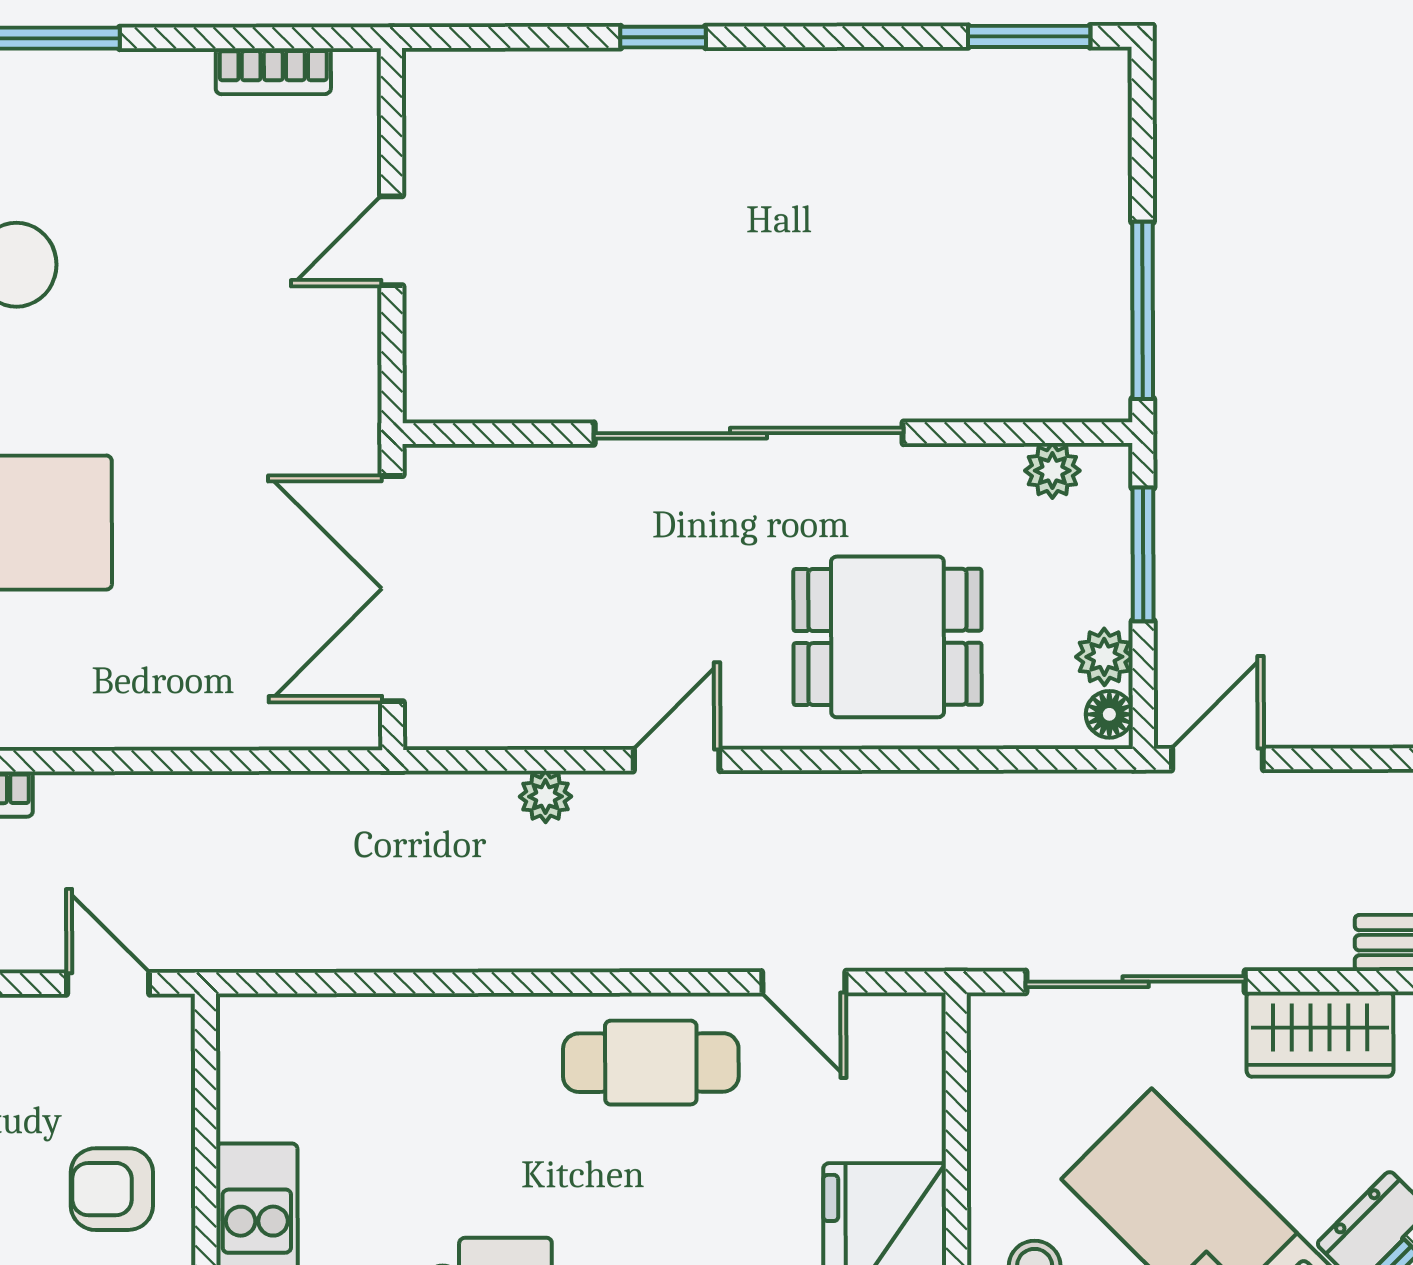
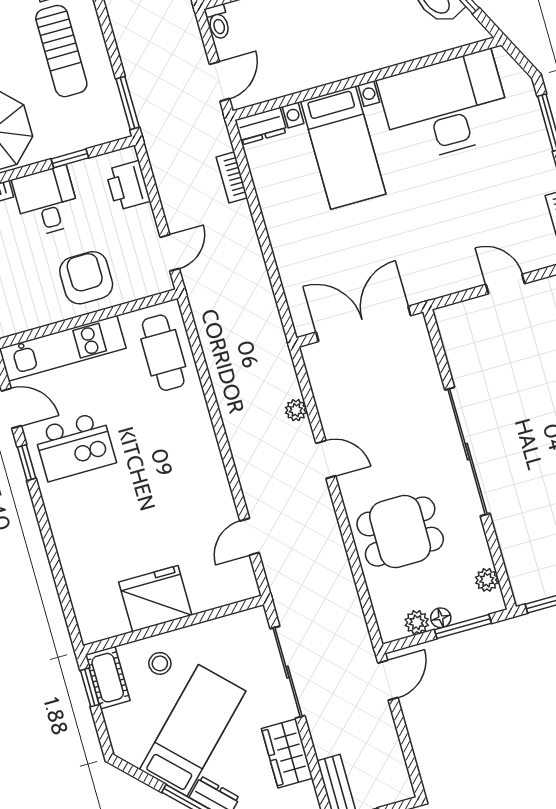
dining table: (887, 637) -> (400, 532), turned 90
floor lamp: (1109, 714) -> (441, 618), moved
door: (1217, 759) -> (388, 680), hinge flipped
cafe table: (651, 1063) -> (163, 353), moved
armchair: (112, 1189) -> (86, 278), width x1.38, depth x1.38

